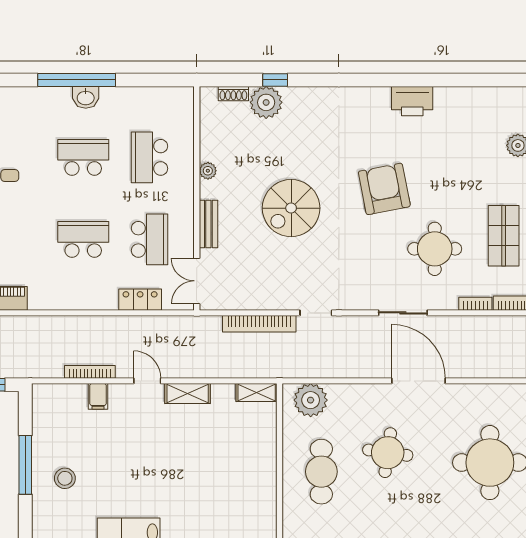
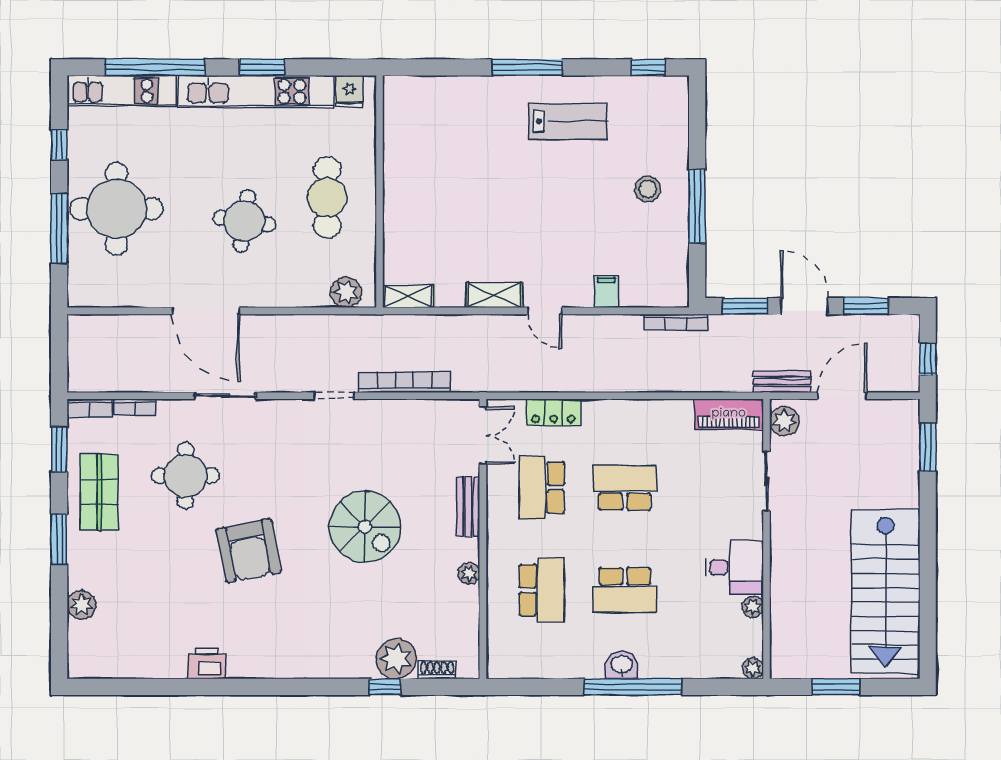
printer: (412, 101) -> (207, 663), width x0.73, depth x0.84
spiral stairs: (291, 208) -> (365, 527), turned 90
school desk: (83, 239) -> (625, 488), turned 180
bookcase: (90, 372) -> (676, 322), moved
plant: (311, 400) -> (346, 292), width x0.73, depth x0.73

